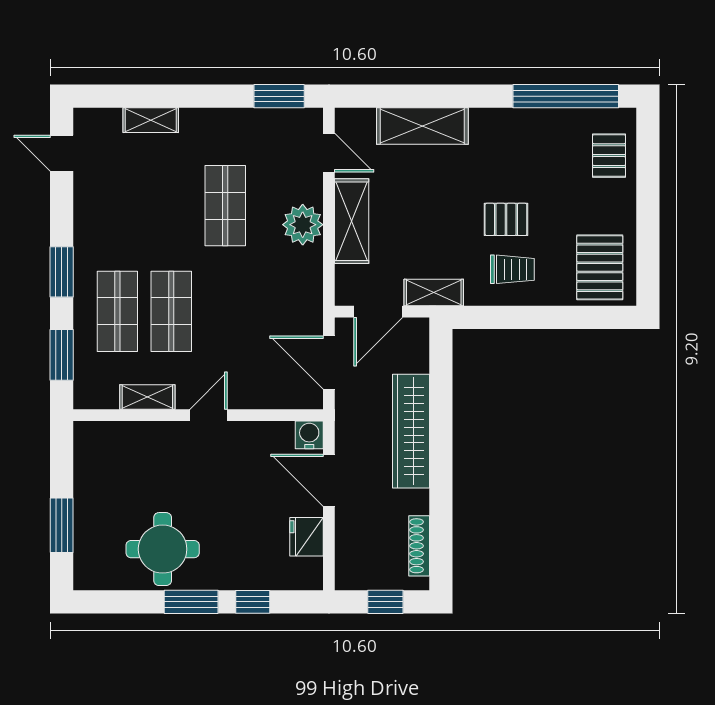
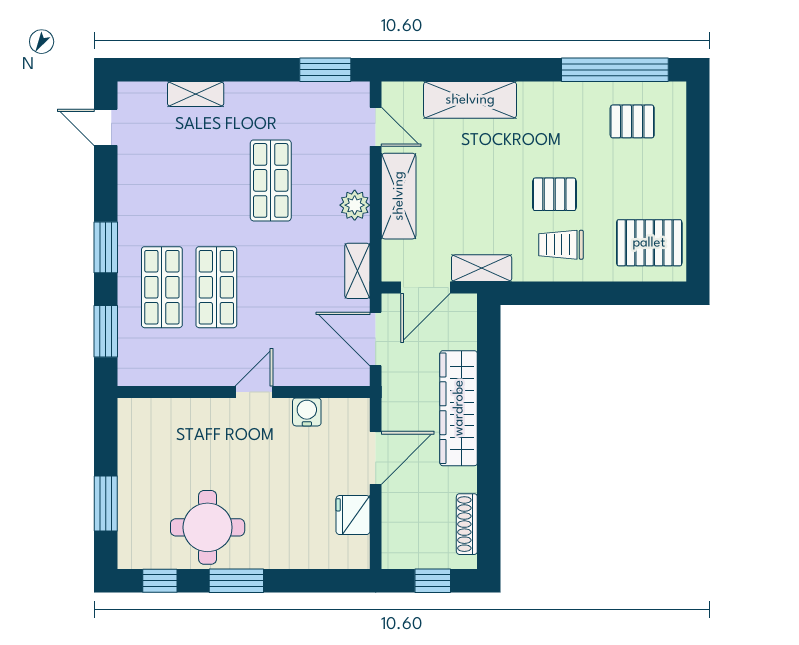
pallet: (609, 156) -> (632, 121), moved, turned 90
plant: (303, 225) -> (355, 205), width x0.73, depth x0.73
pallet: (600, 267) -> (649, 243), turned 90
trolley: (512, 269) -> (561, 245), turned 180
shelving: (147, 397) -> (357, 271), moved, turned 90
water cooler: (309, 435) -> (307, 412), moved
door: (329, 480) -> (376, 458), swing flipped
window: (253, 602) -> (160, 581), moved

